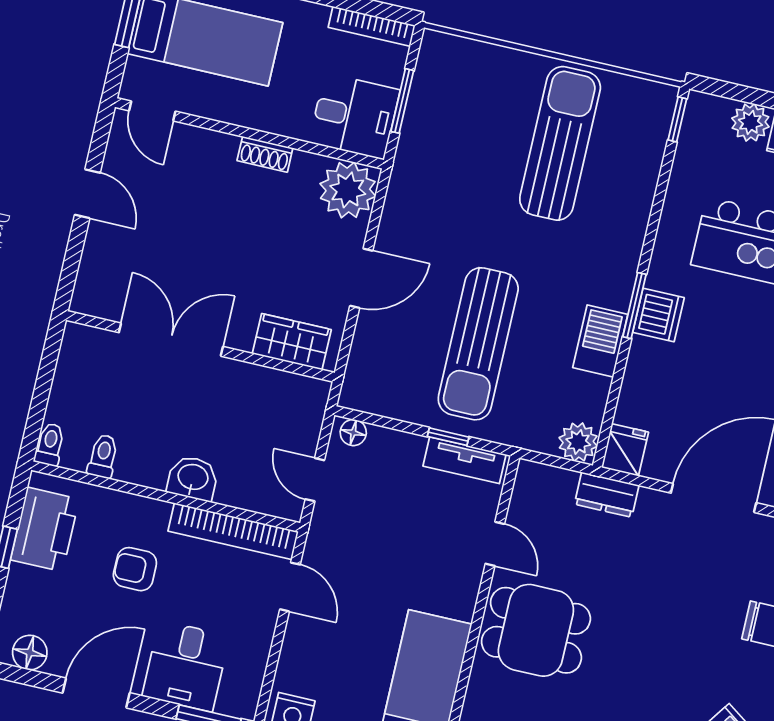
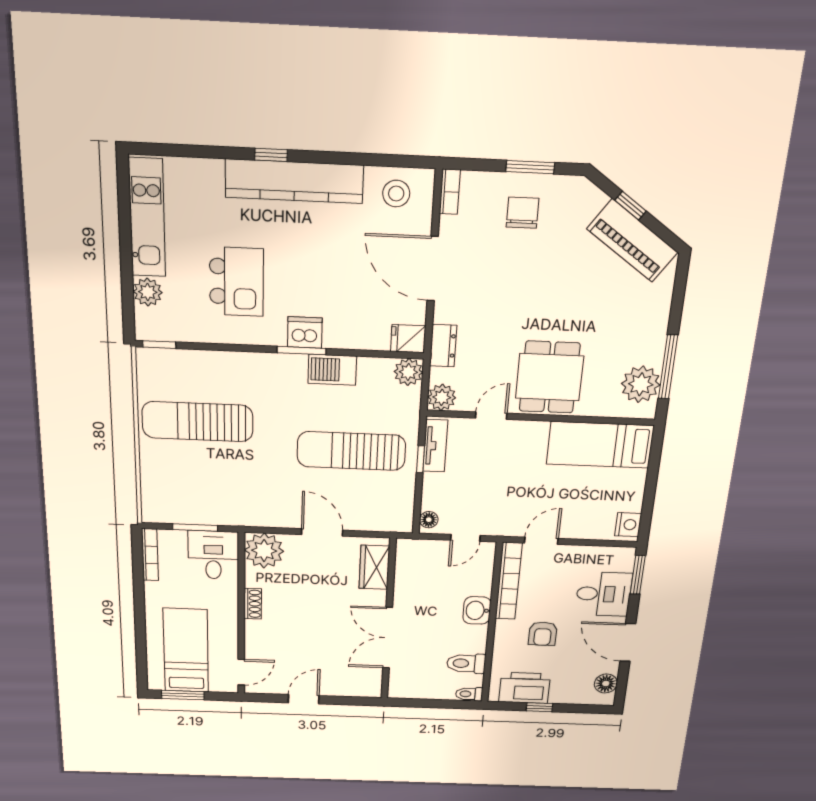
sun lounger: (478, 344) -> (351, 451), turned 180
toilet: (103, 456) -> (466, 663), width x1.37, depth x1.39
plant: (534, 481) -> (442, 397), added

